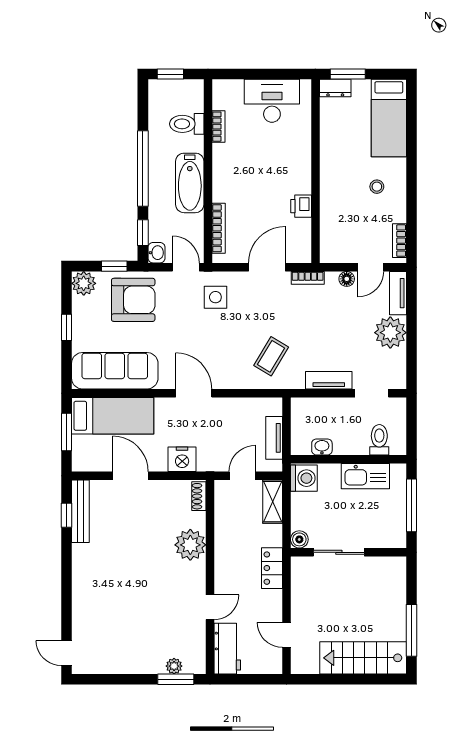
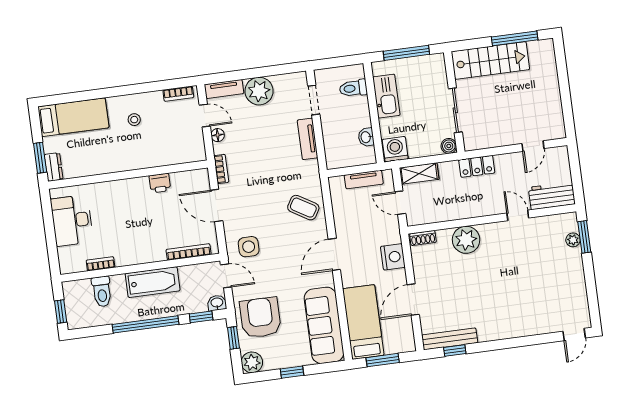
door: (186, 267) -> (226, 276), swing flipped
coffee table: (271, 356) -> (303, 208), moved
stairs: (363, 658) -> (490, 60), moved, turned -90

